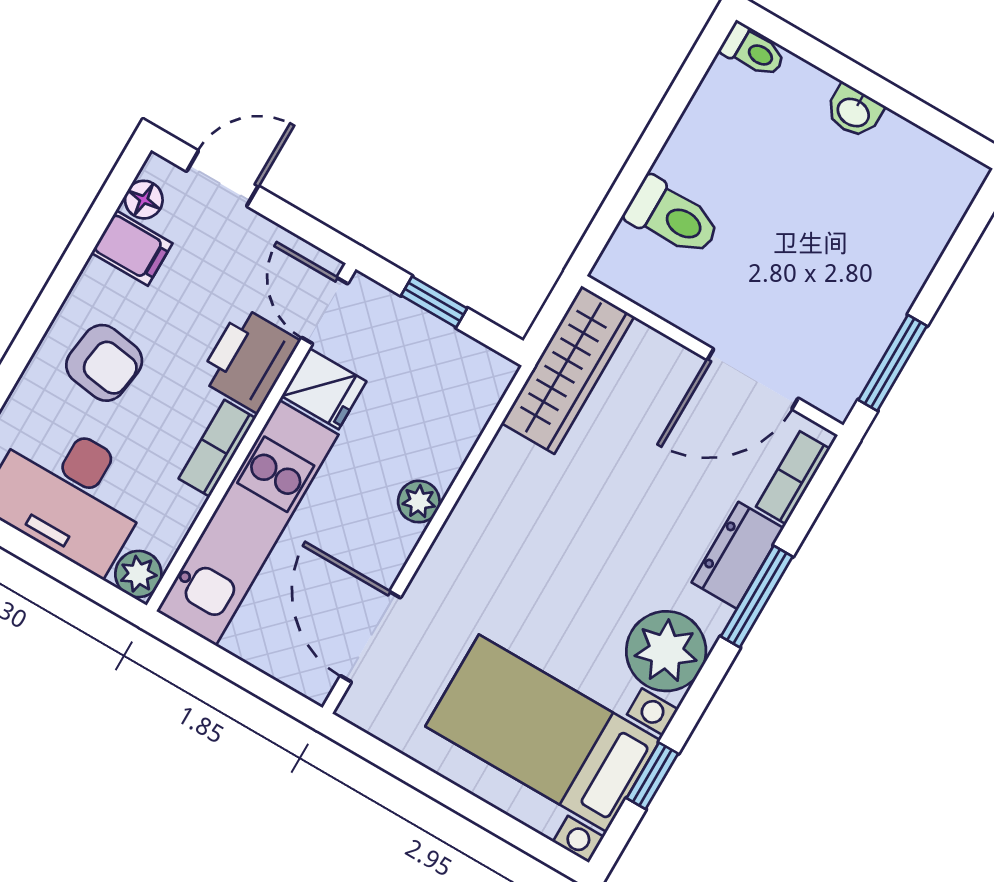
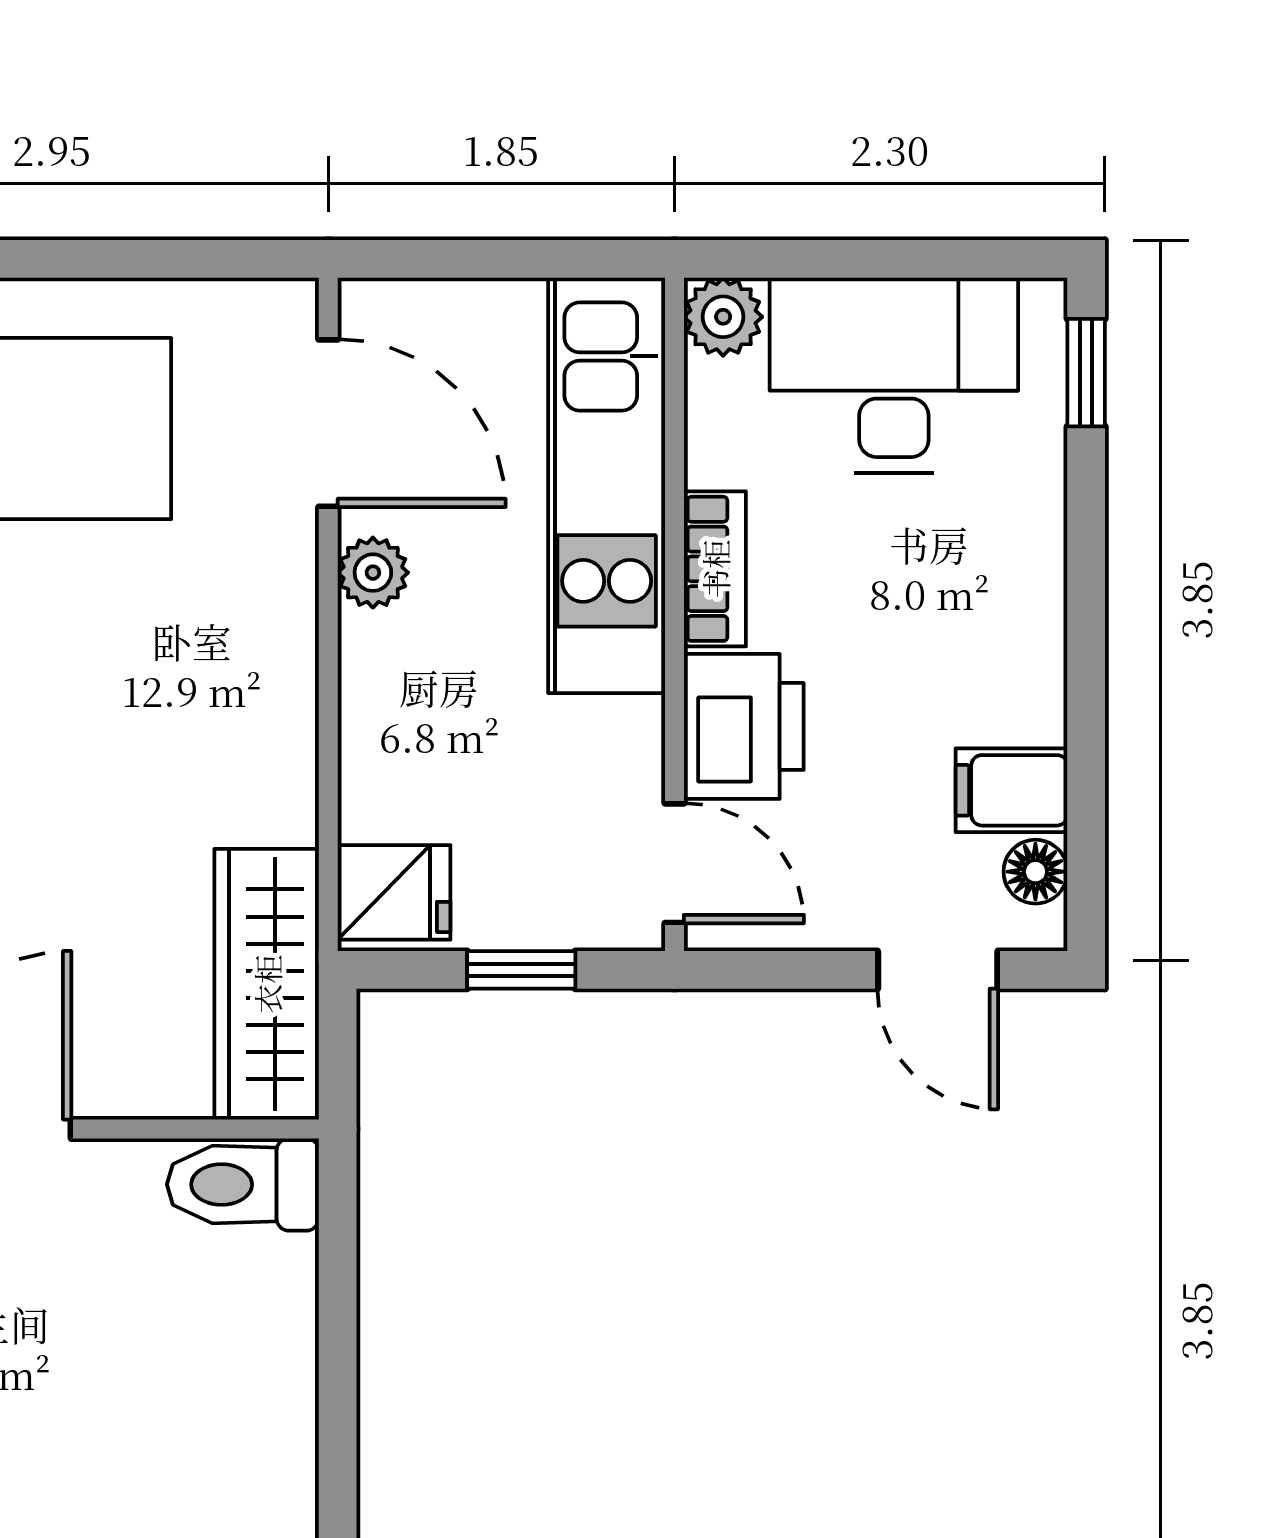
door: (223, 179) -> (938, 970), hinge flipped
toilet: (673, 217) -> (243, 1184), moved
armchair: (104, 363) -> (954, 598), removed
fridge: (324, 389) -> (394, 892), moved, turned 180
plant: (419, 502) -> (373, 573), moved

